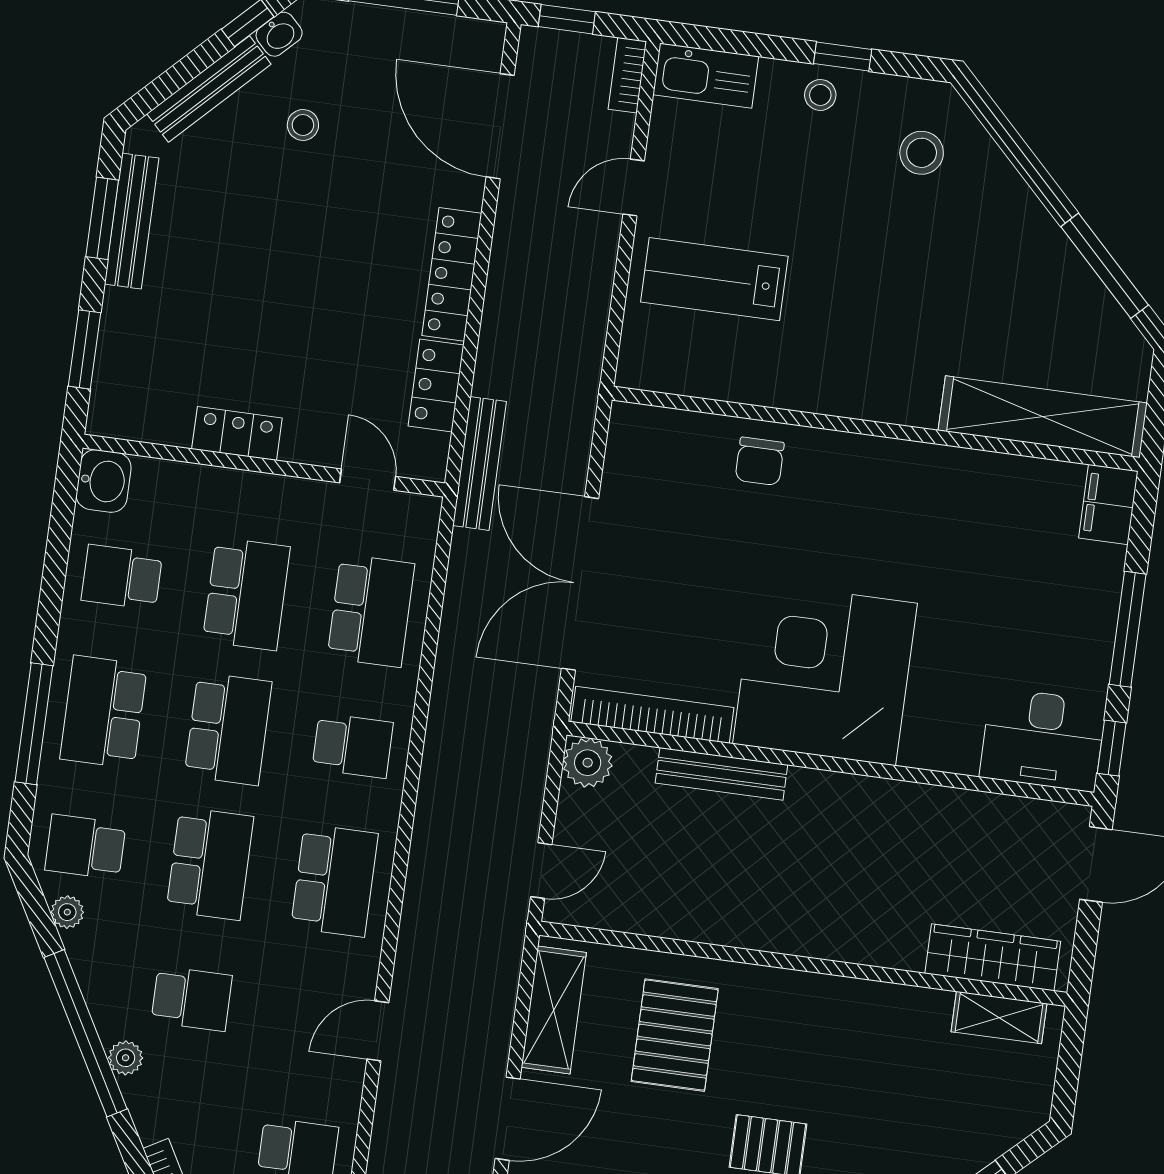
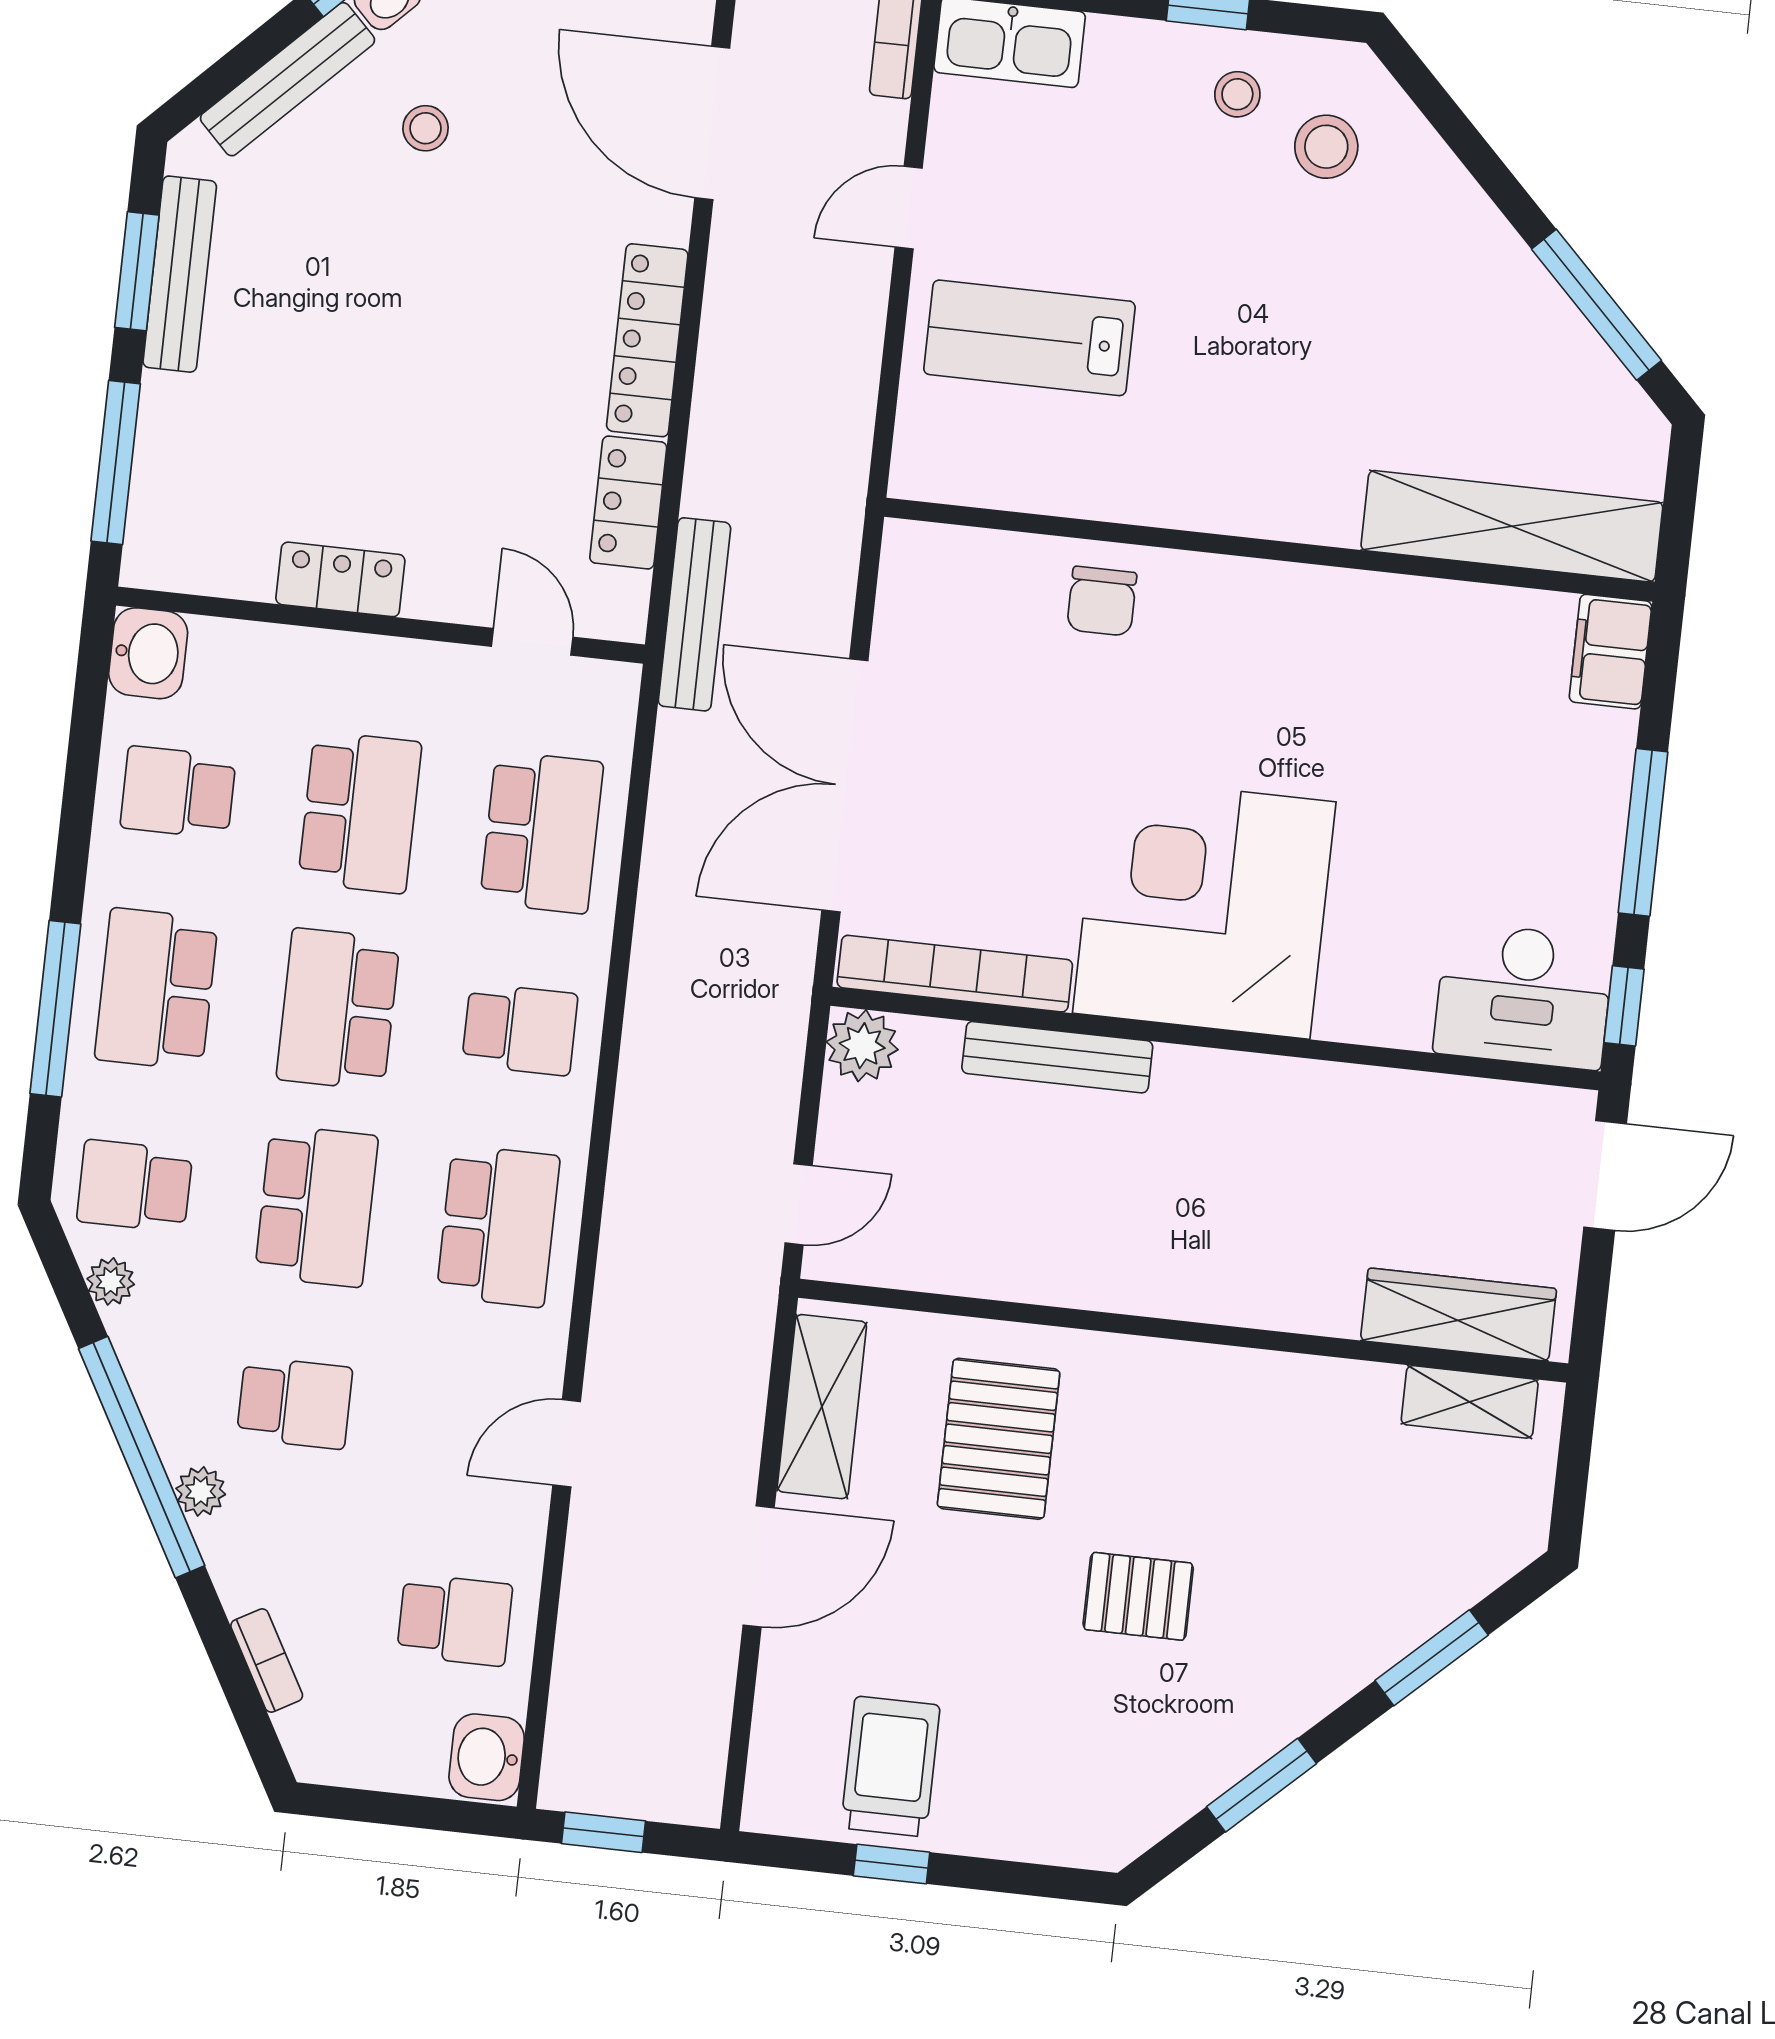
stool: (820, 95) -> (1237, 94), moved
window: (84, 349) -> (116, 462), width x1.44
school desk: (228, 729) -> (338, 1009), turned 180

